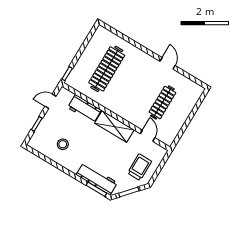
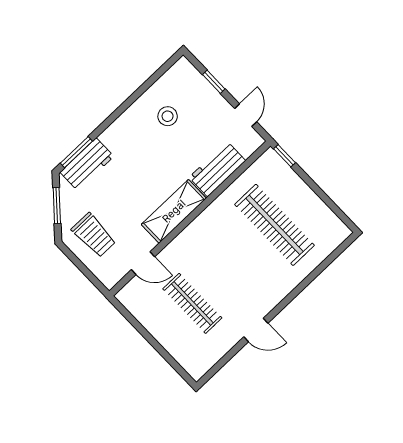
workbench: (97, 179) -> (87, 164), width x0.73

